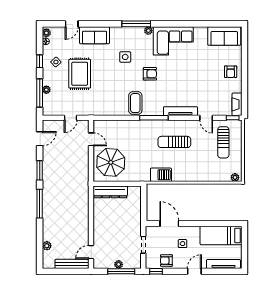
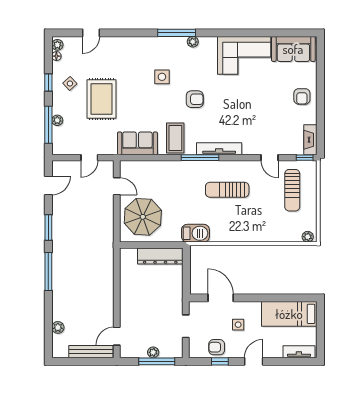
sofa: (95, 35) -> (137, 143), moved, turned 180
corner sofa: (173, 41) -> (244, 55), moved
tv unit: (180, 111) -> (219, 149), moved
barbecue: (161, 175) -> (195, 233), moved
dresser: (110, 192) -> (160, 256), moved
tv unit: (223, 264) -> (299, 352), width x0.71
window: (156, 271) -> (220, 361), moved

